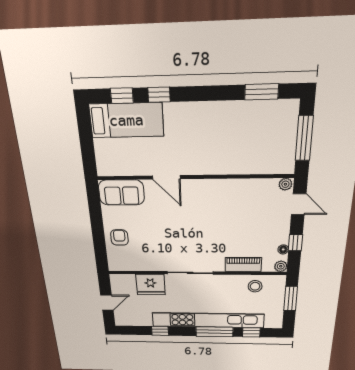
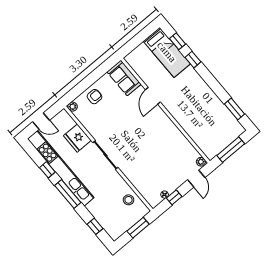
piano: (243, 265) -> (137, 181), removed
plant: (281, 266) -> (73, 107), moved
kitchen unit: (208, 320) -> (61, 168), moved
window: (214, 332) -> (68, 194), moved

